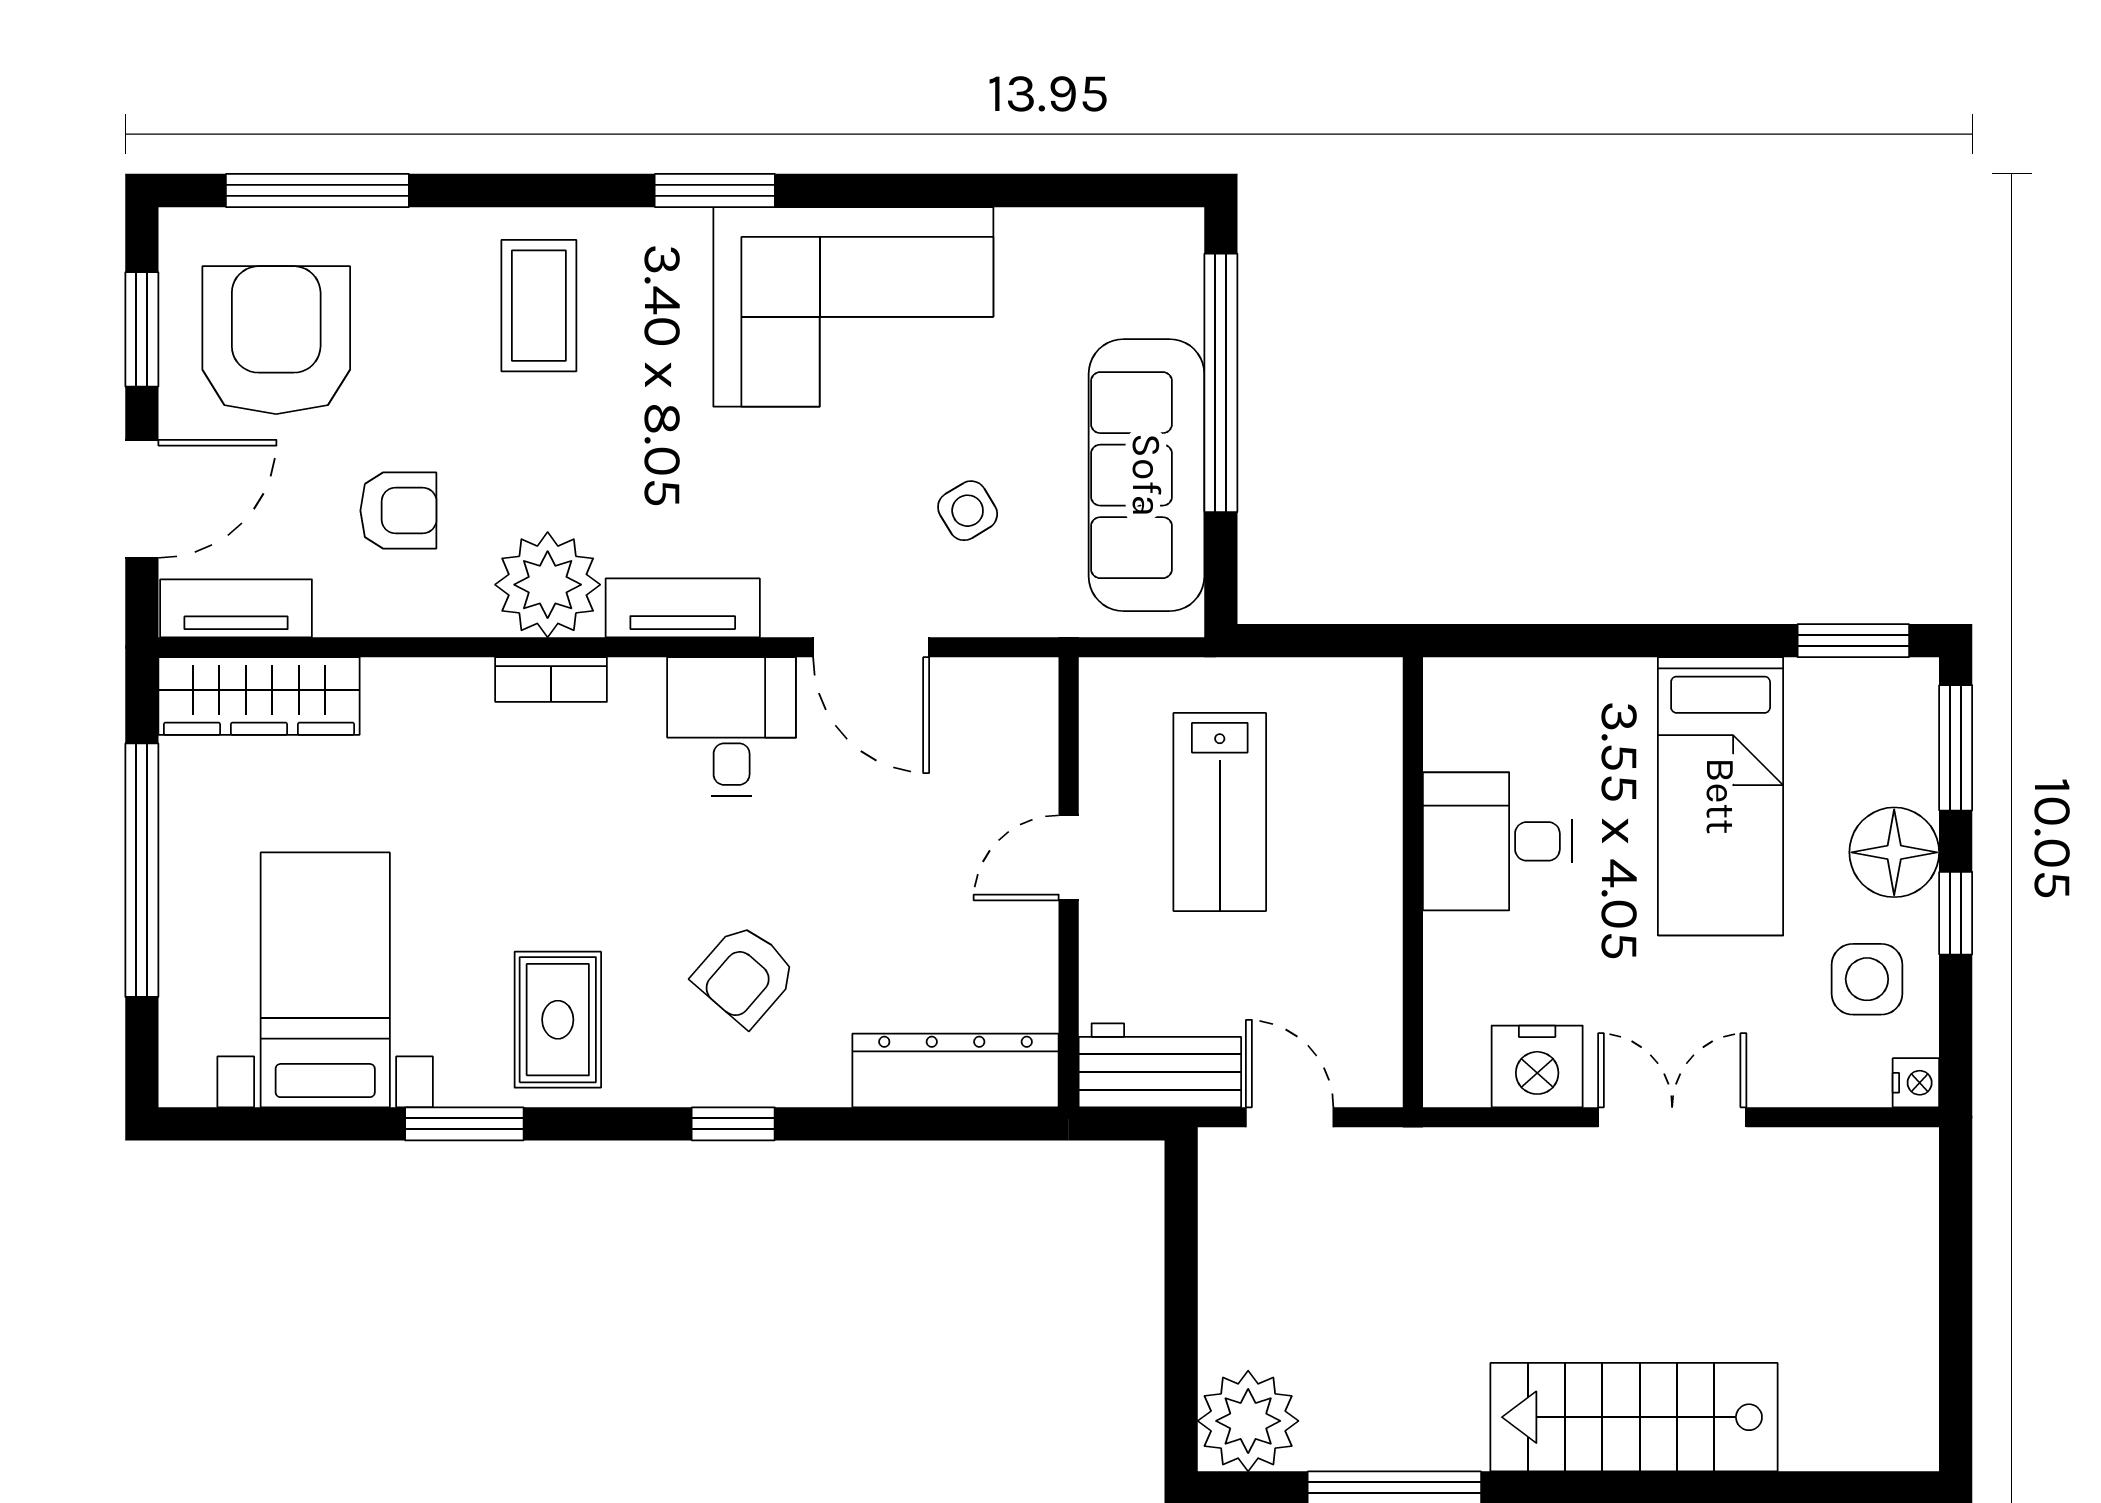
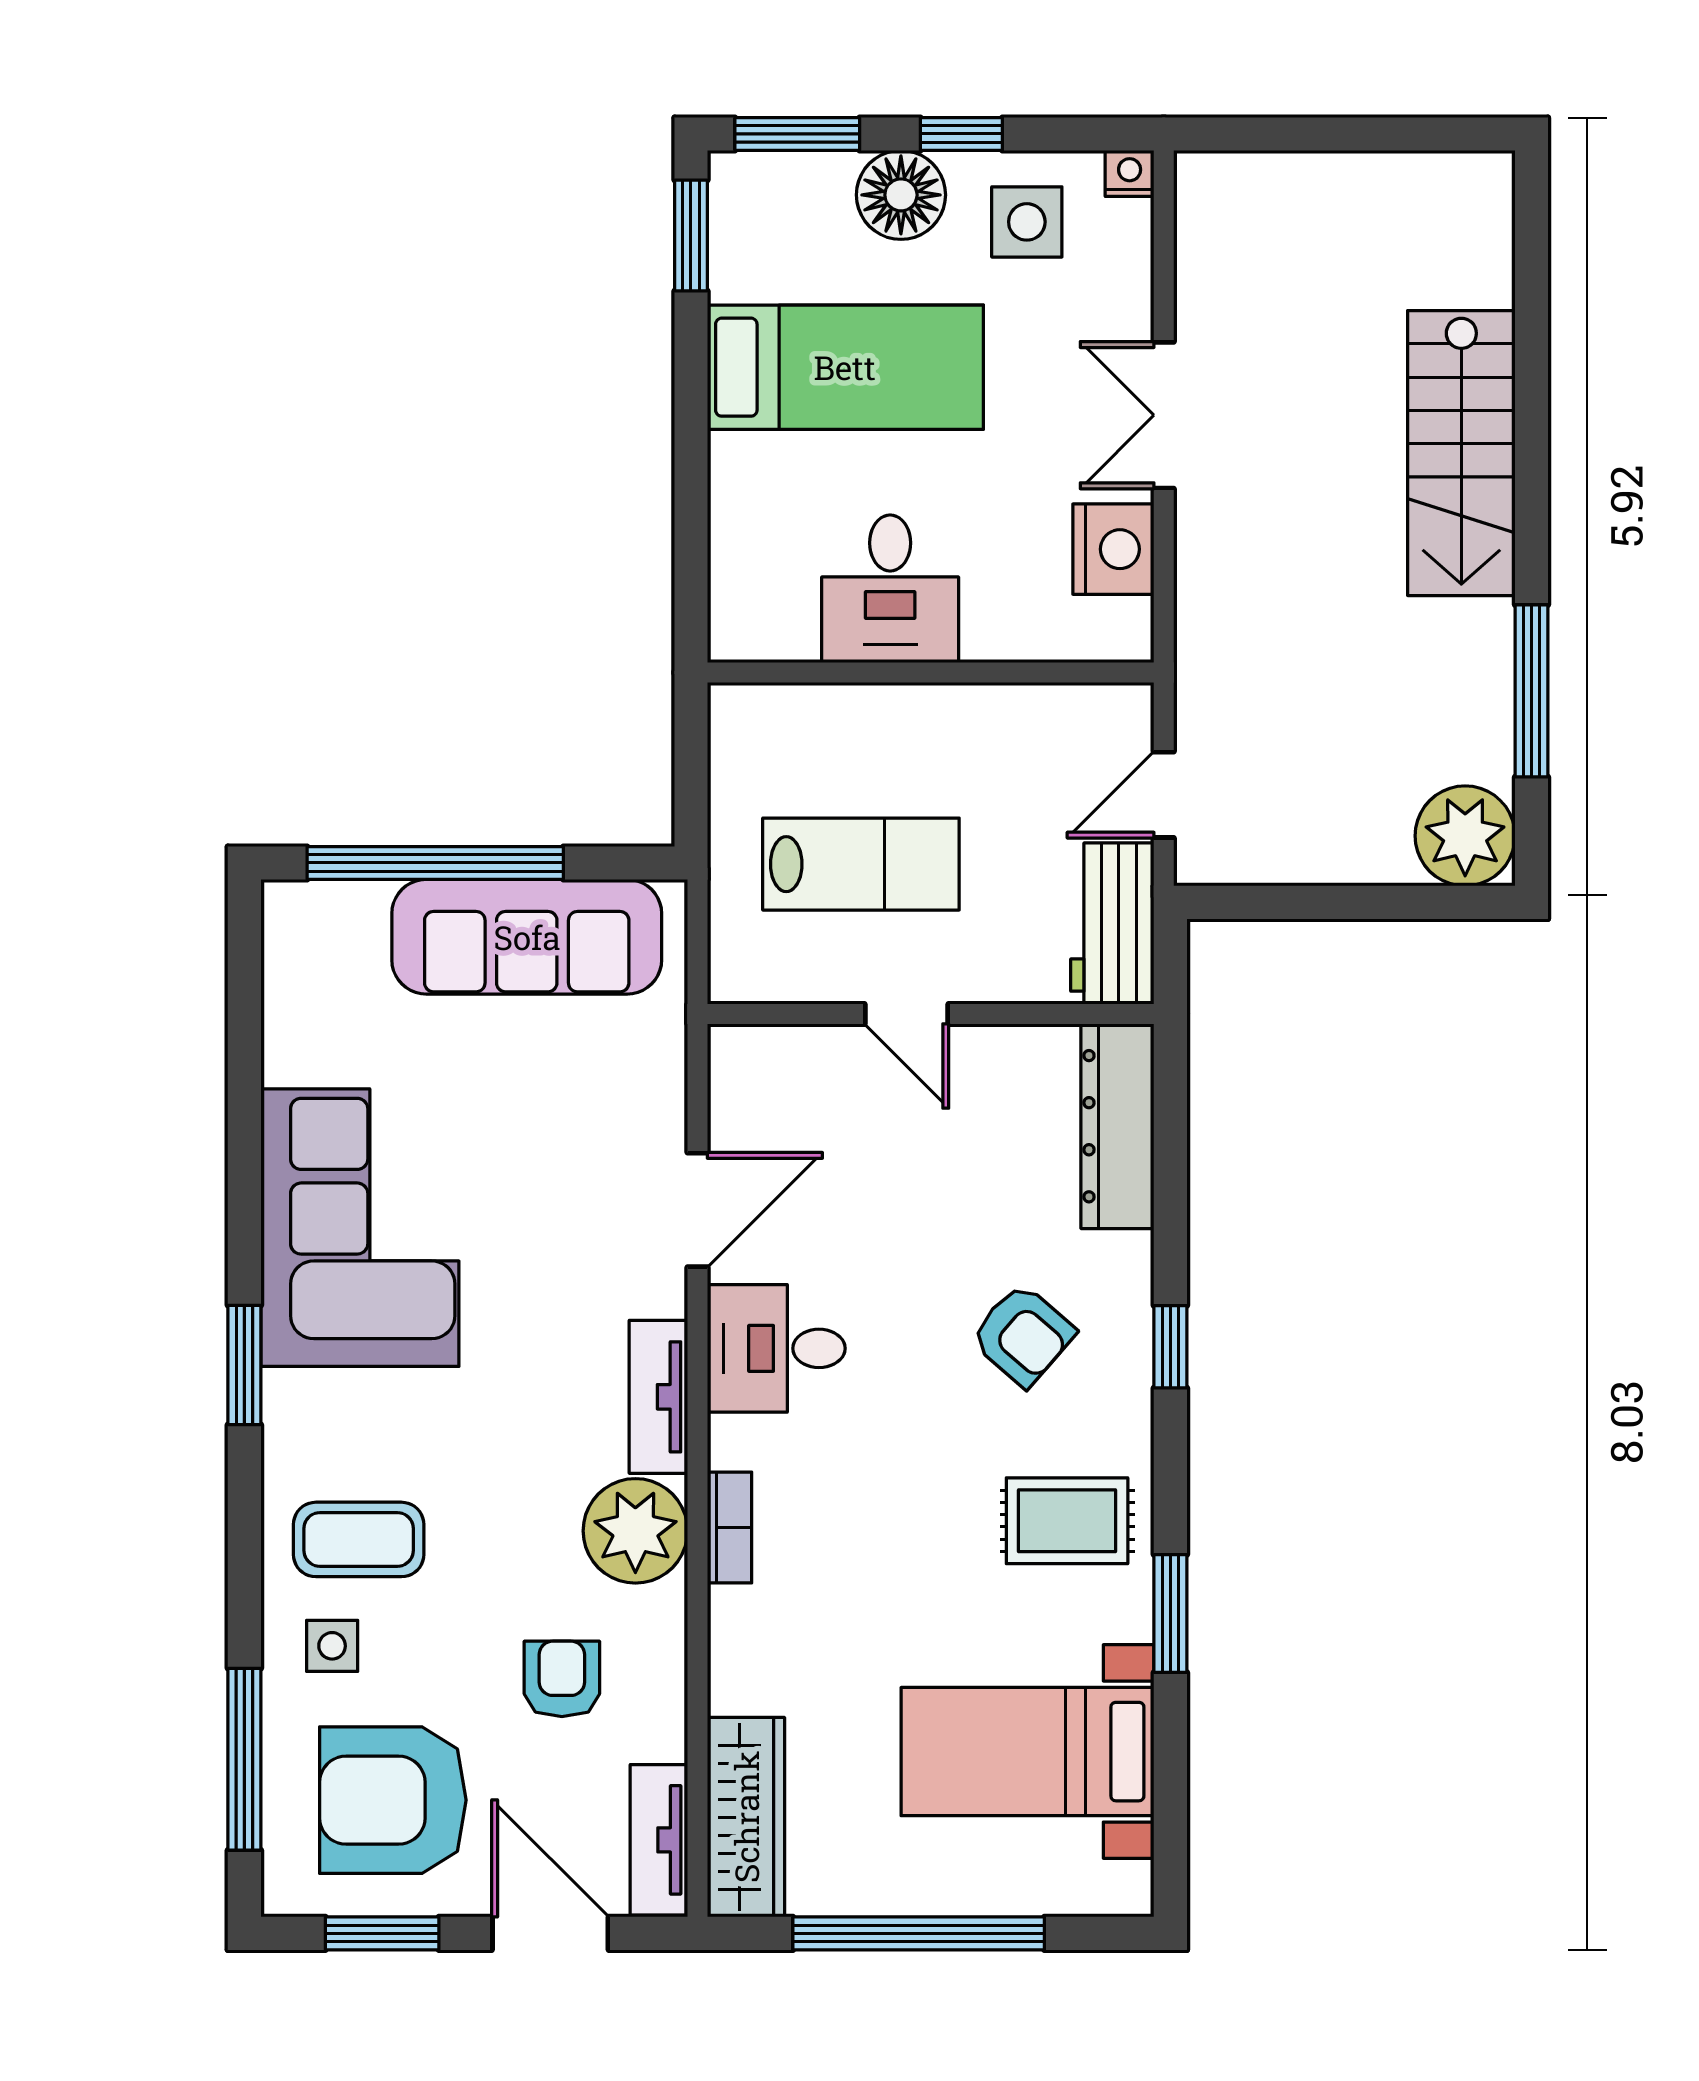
side table: (968, 511) -> (332, 1646), moved, turned 31

